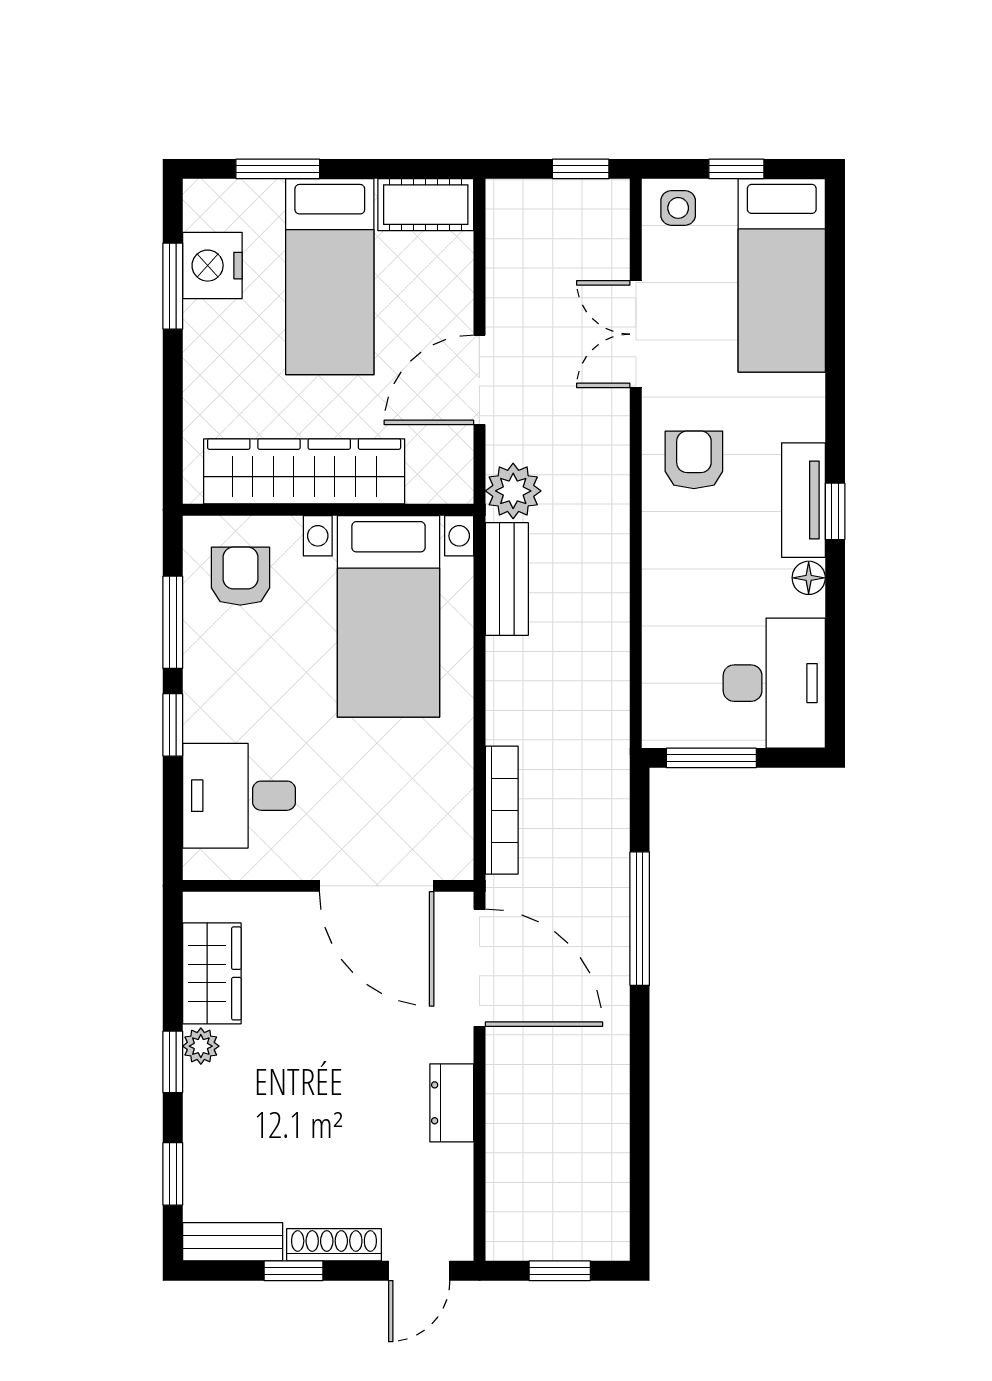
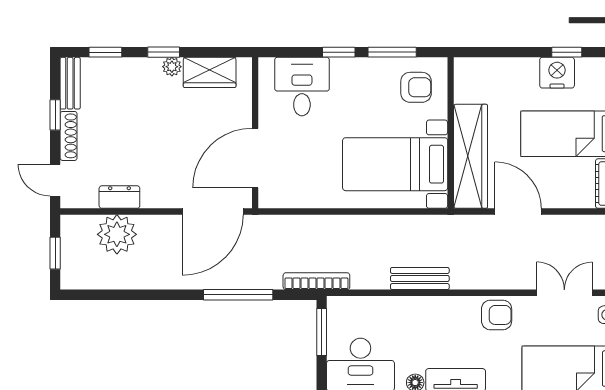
nightstand: (212, 266) -> (557, 73), moved
window: (173, 286) -> (567, 52), width x0.67
double door: (636, 334) -> (564, 293), moved
armchair: (694, 460) -> (497, 315), moved
wardrobe: (304, 471) -> (470, 156), moved
plant: (513, 491) -> (117, 234), moved, width x1.36, depth x1.36
bench: (507, 579) -> (420, 279), moved
bookcase: (502, 810) -> (316, 281), moved, turned 180
dresser: (452, 1103) -> (119, 197), moved

